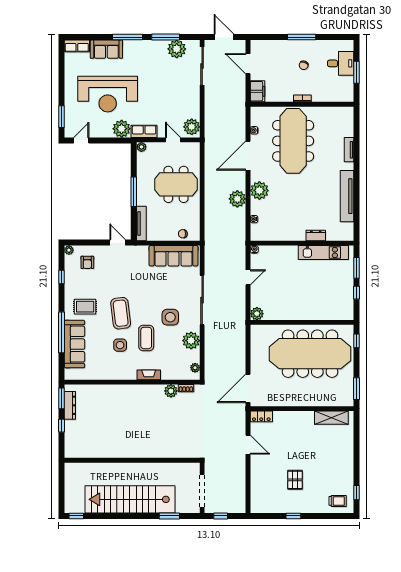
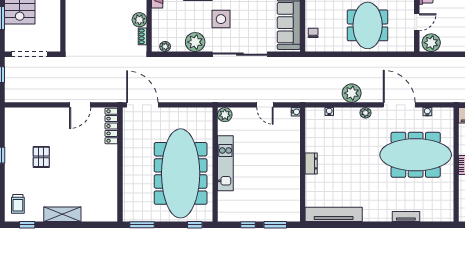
plant: (259, 190) -> (366, 113), width x0.53, depth x0.53
tv unit: (347, 196) -> (334, 214), moved
dresser: (316, 236) -> (311, 163), moved
kitchen unit: (323, 253) -> (225, 163), moved, turned 180
locker: (261, 416) -> (111, 126), width x1.53
shelving: (331, 418) -> (62, 214), moved, turned 90
pallet: (295, 480) -> (41, 157), turned 90

